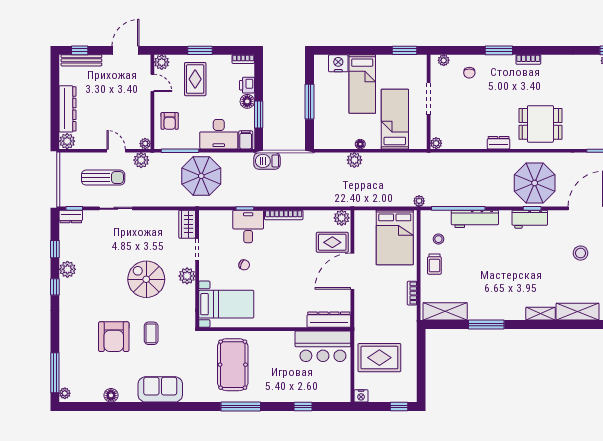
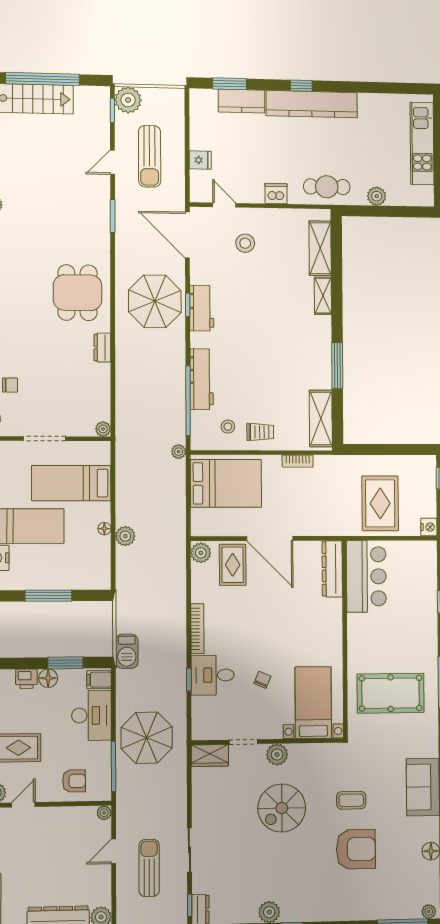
plant: (141, 160) -> (126, 818), removed

